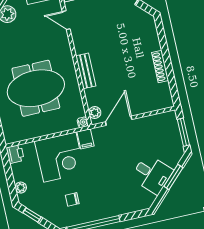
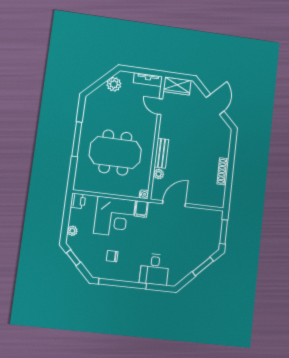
plant: (95, 113) -> (159, 174), moved
desk: (152, 174) -> (154, 269), moved, turned 45

